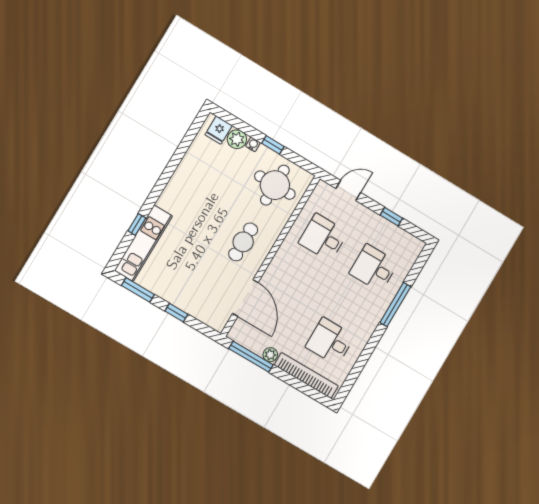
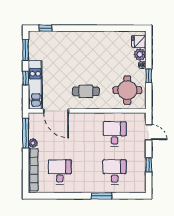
window: (137, 224) -> (45, 28), moved
kitchen unit: (143, 243) -> (35, 85), moved, turned -90
door: (245, 298) -> (56, 111), hinge flipped
window: (395, 305) -> (101, 196), width x0.69

